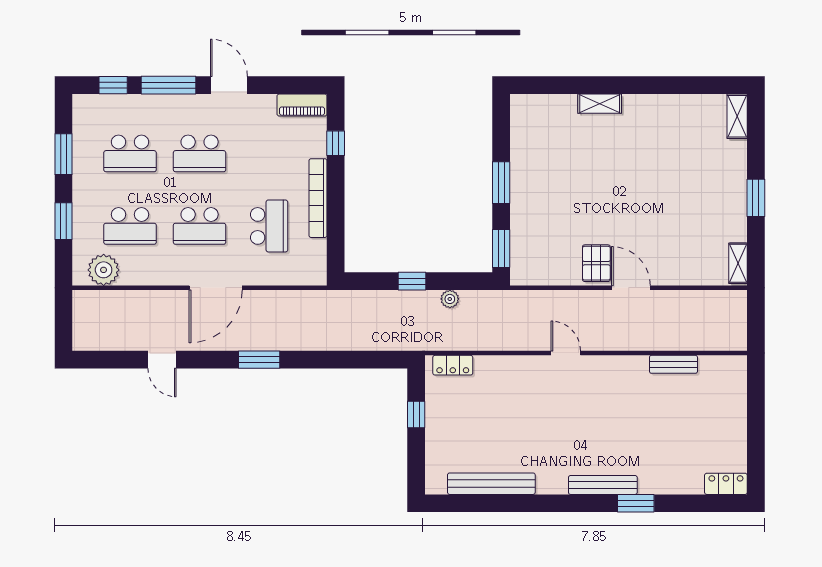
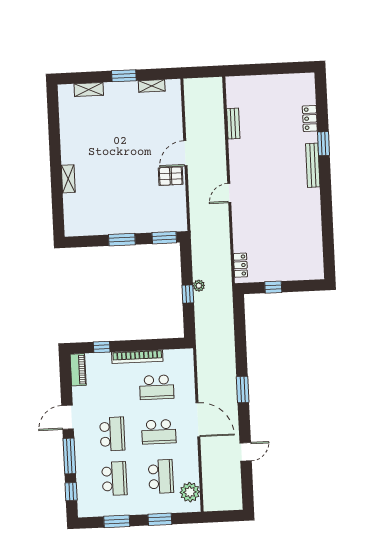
shelving: (737, 116) -> (89, 89), moved
school desk: (200, 226) -> (159, 432), turned 90
school desk: (269, 226) -> (157, 387), turned 180
shelving: (738, 263) -> (152, 86), moved
plant: (450, 299) -> (199, 286), moved
bench: (491, 484) -> (315, 237), removed
locker: (726, 484) -> (310, 119), moved

